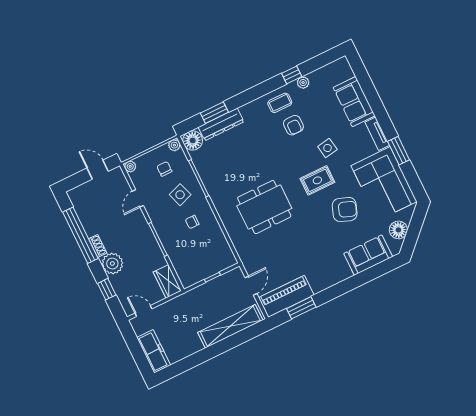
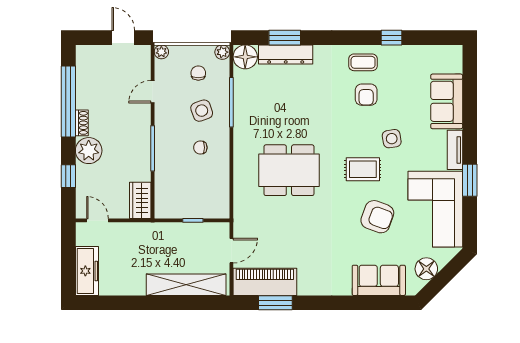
plant: (303, 83) -> (400, 52), removed

